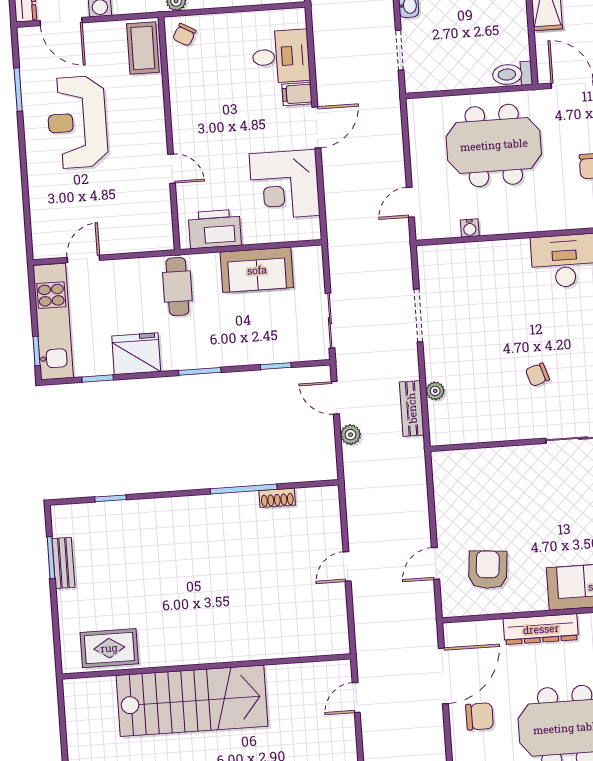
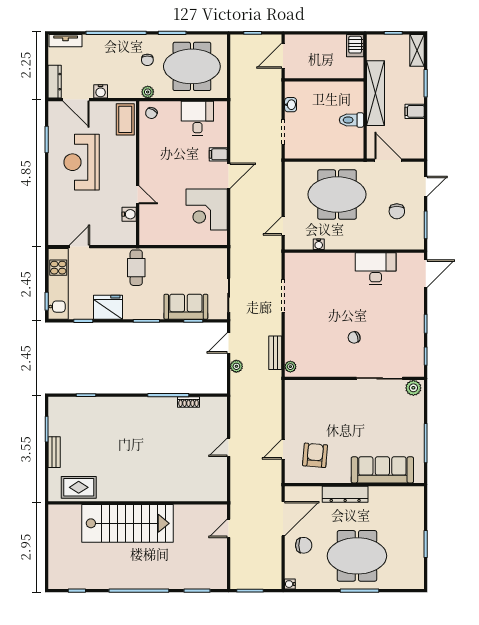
desk: (281, 56) -> (197, 118), moved, turned -90
toilet: (512, 74) -> (351, 120), moved
water cooler: (160, 201) -> (129, 214), added
printer: (215, 229) -> (162, 234), removed
sofa: (257, 270) -> (186, 307), moved, turned 180
plant: (435, 391) -> (290, 367), moved
door: (335, 398) -> (229, 343), hinge flipped
bench: (63, 563) -> (54, 452), moved

